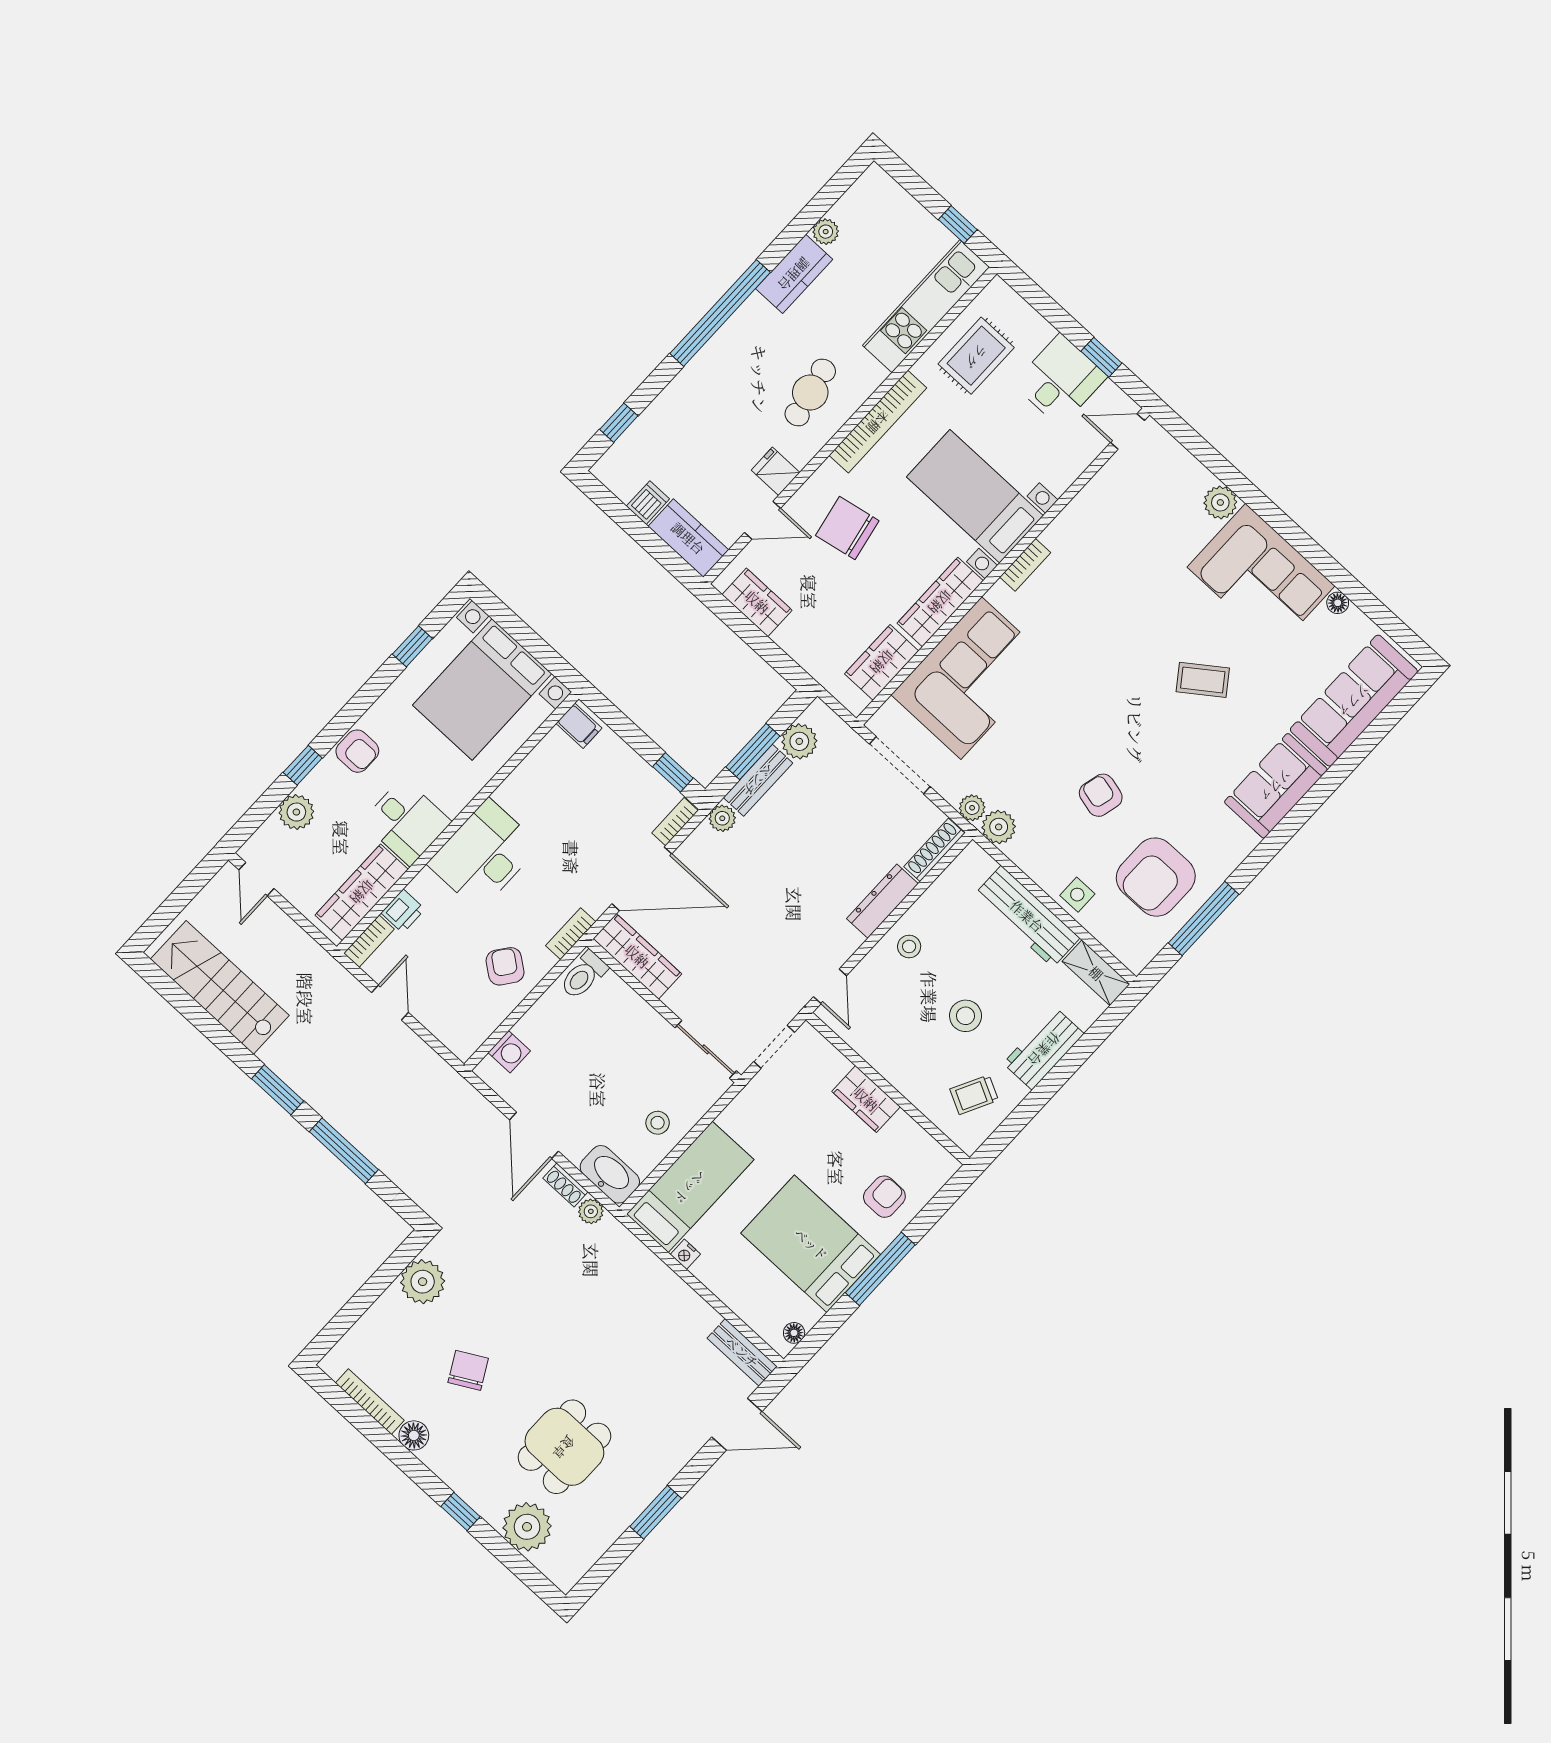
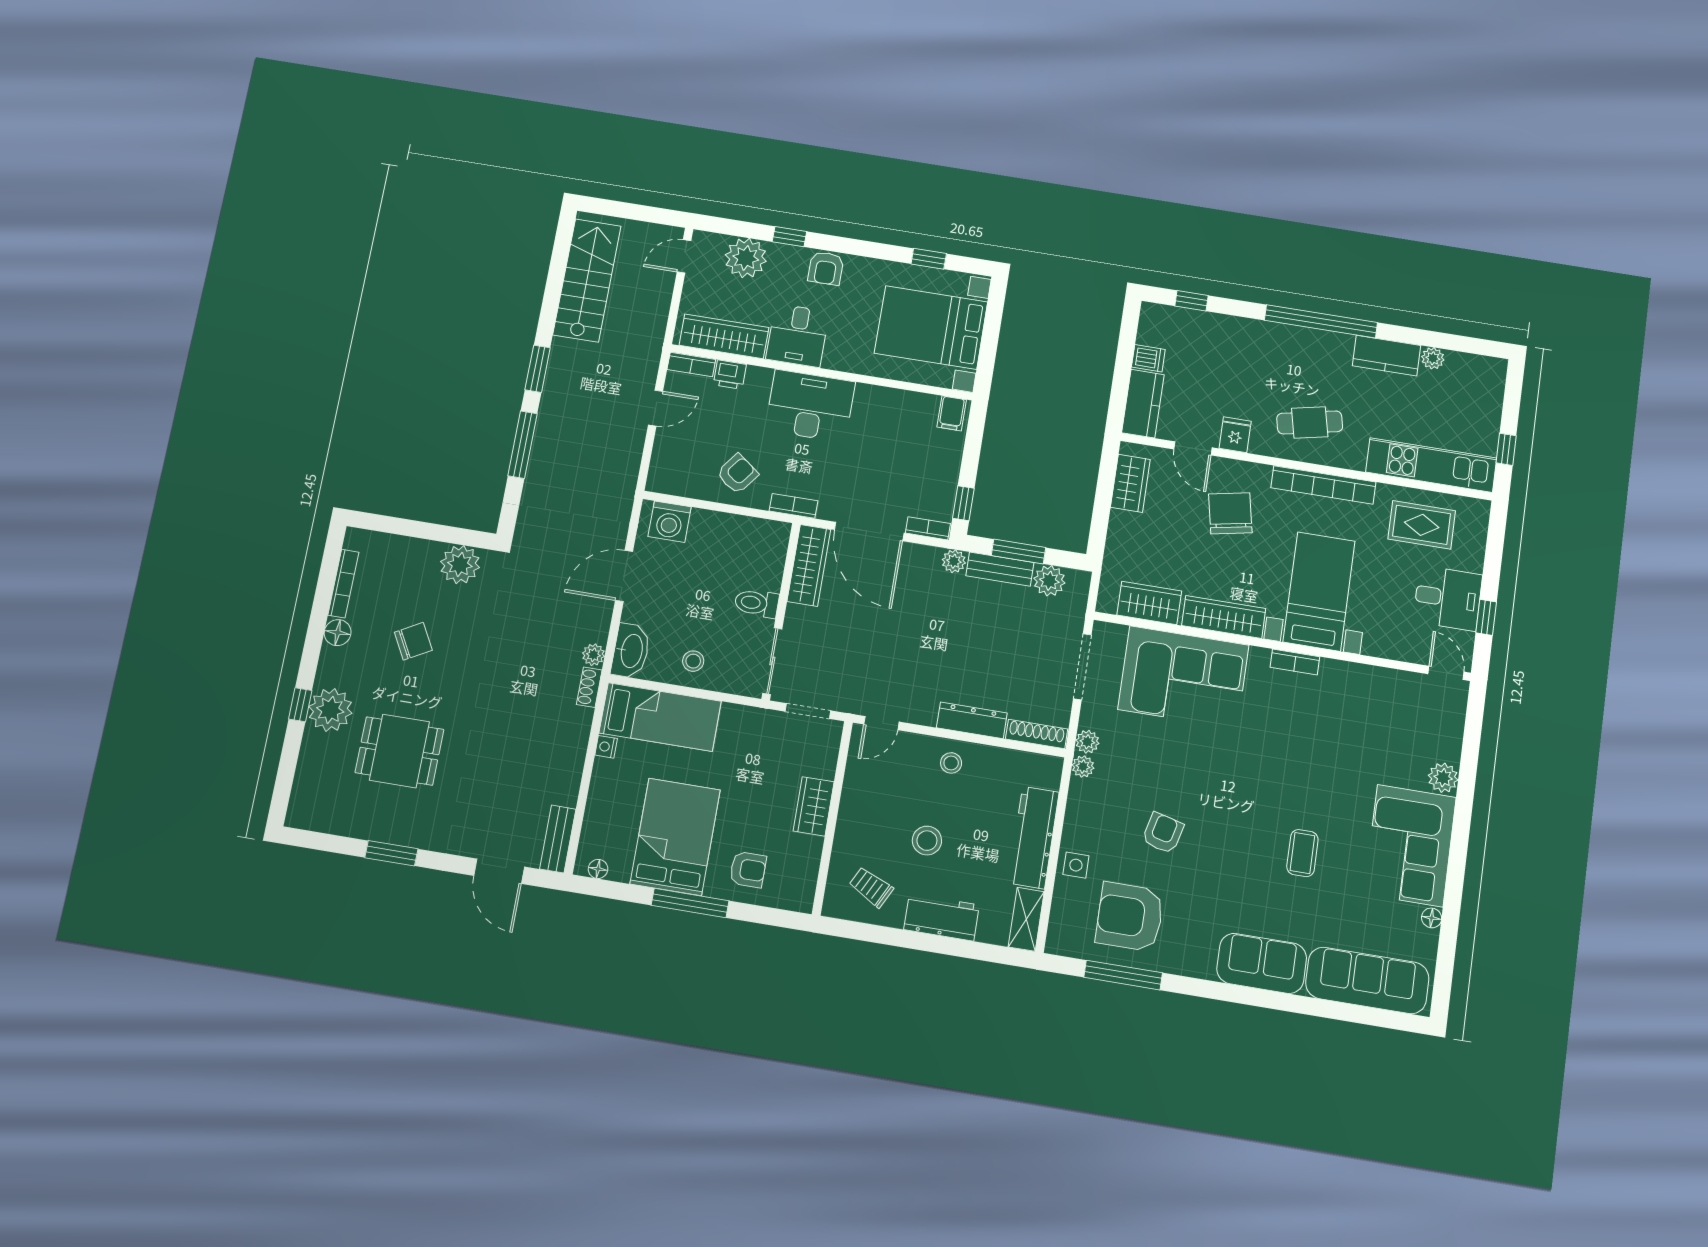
coffee table: (1203, 680) -> (1302, 853), turned 36
plant: (296, 812) -> (746, 258), width x1.36, depth x1.36
plant: (999, 827) -> (1083, 766), width x0.73, depth x0.73
toilet: (584, 975) -> (757, 603), moved
washing machine: (509, 1052) -> (670, 522), width x1.38, depth x1.38
shoe rack: (565, 1185) -> (589, 687), moved
plant: (527, 1527) -> (330, 710), moved

